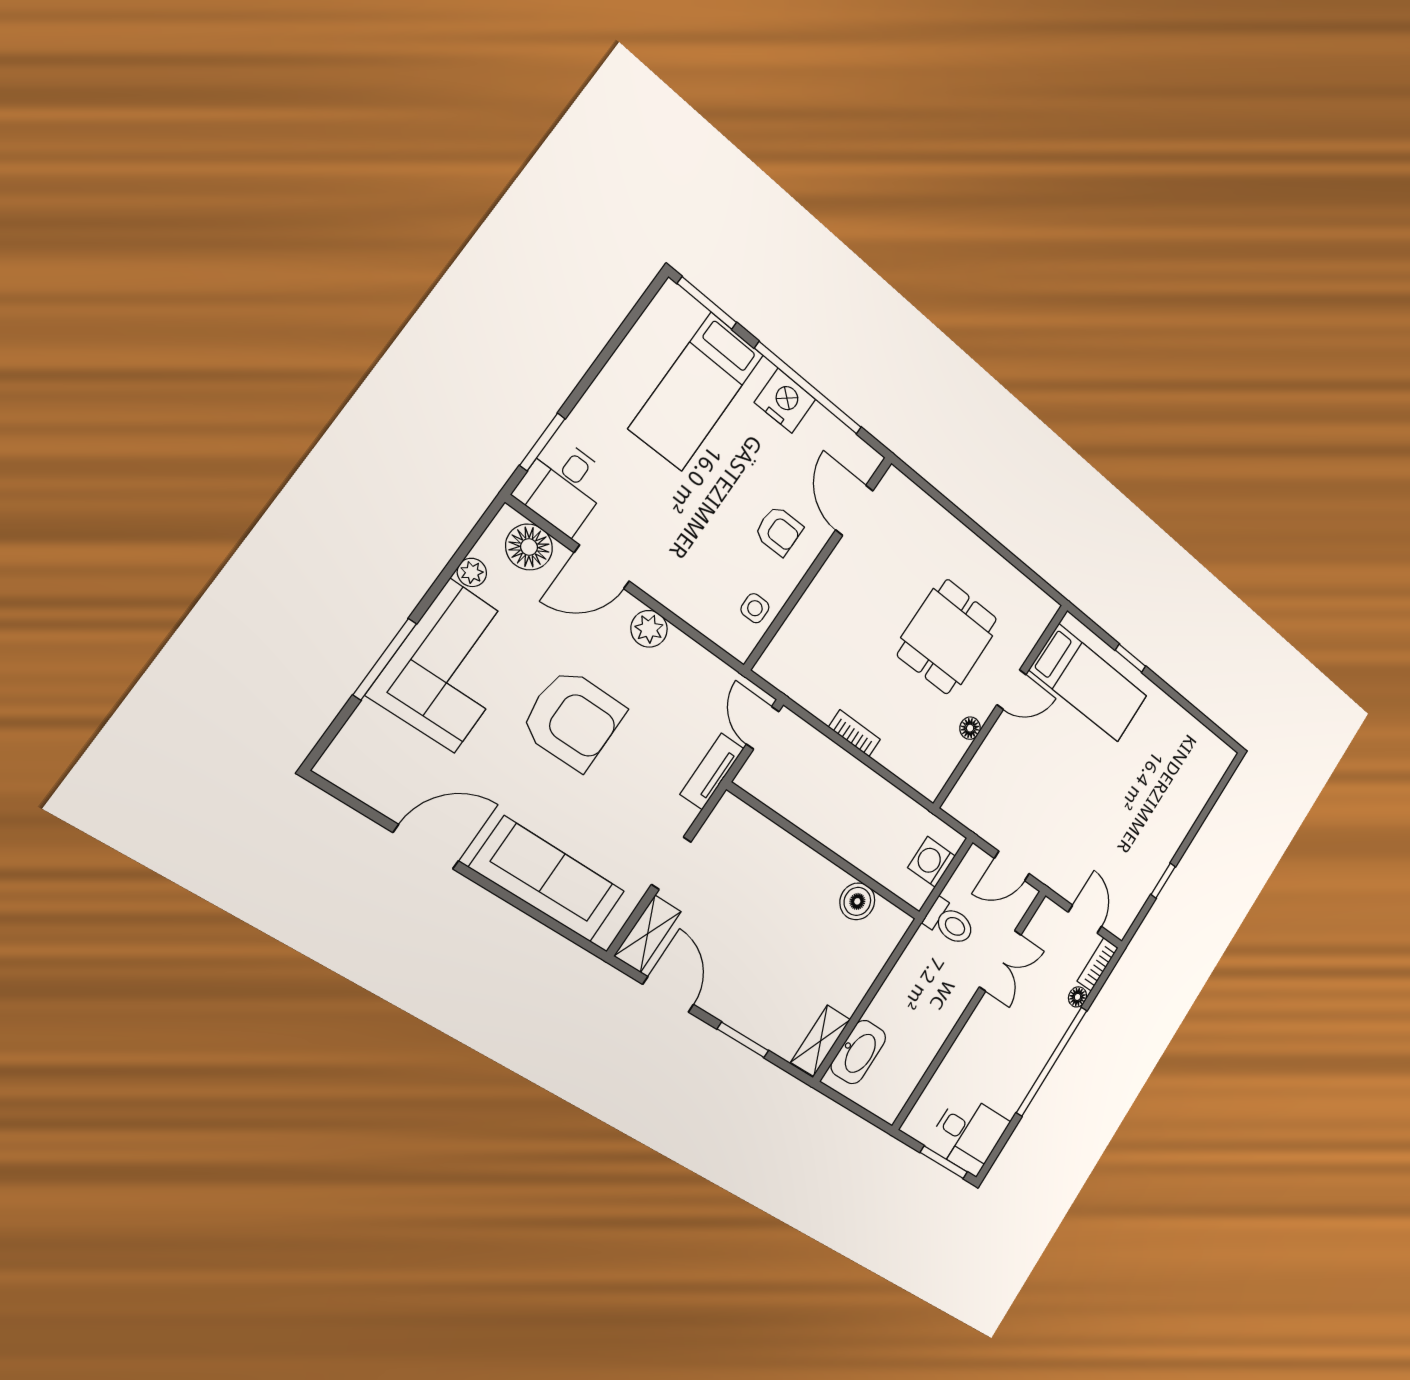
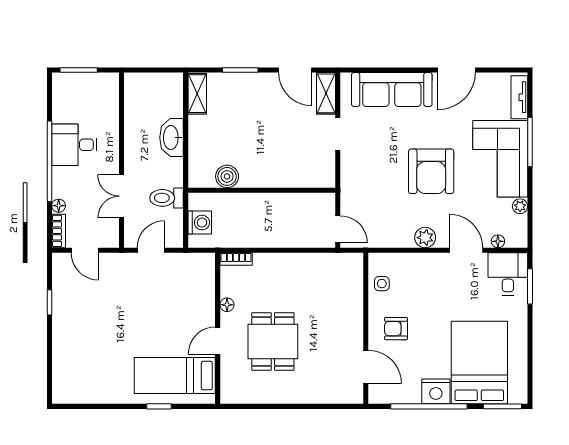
bed: (696, 392) -> (479, 363), width x1.50
floor lamp: (529, 547) -> (498, 241), width x0.53, depth x0.53
door: (602, 567) -> (466, 250), hinge flipped
armchair: (573, 719) -> (431, 171), turned -90
bookcase: (854, 733) -> (236, 259), moved
tv unit: (712, 771) -> (519, 97), moved, turned 180
washbasin: (858, 1052) -> (172, 138), moved
desk: (968, 1134) -> (74, 145), moved

